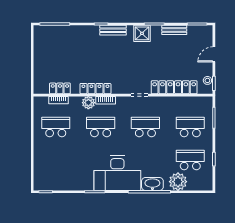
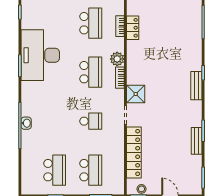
bench: (174, 30) -> (197, 141), moved
shower: (142, 33) -> (136, 94), moved
locker: (95, 89) -> (133, 67), removed
school desk: (145, 127) -> (91, 121), width x0.54
desk: (117, 173) -> (40, 55), moved
plant: (178, 182) -> (31, 157), removed
washbasin: (152, 184) -> (26, 123), width x0.52, depth x0.69

